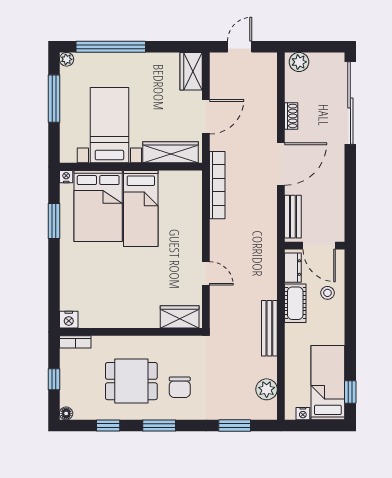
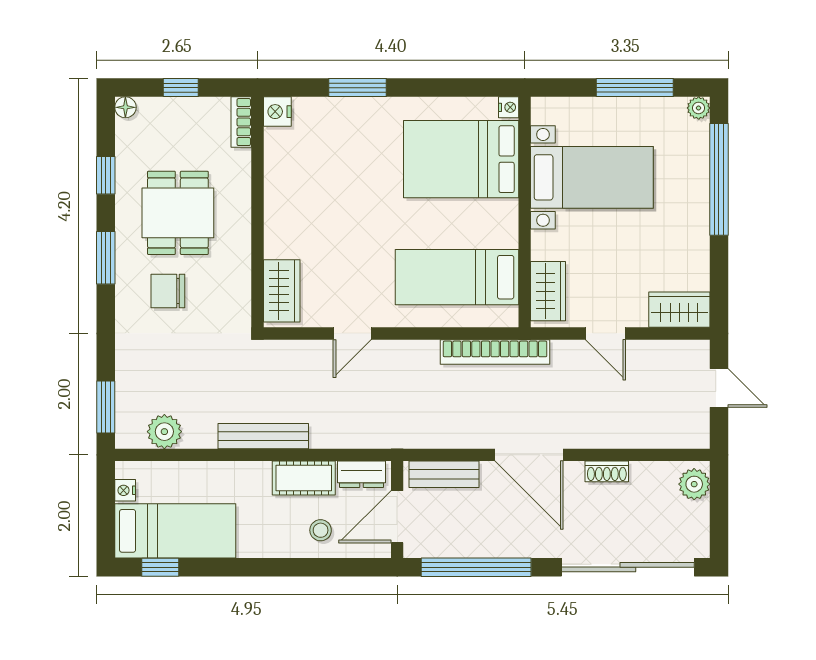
door: (206, 117) -> (605, 333), width x0.73
wardrobe: (171, 152) -> (548, 291), width x0.67
window: (350, 197) -> (476, 567), added
bed: (141, 209) -> (457, 277), moved
window: (54, 221) -> (358, 88), moved
window: (235, 426) -> (106, 407), moved

